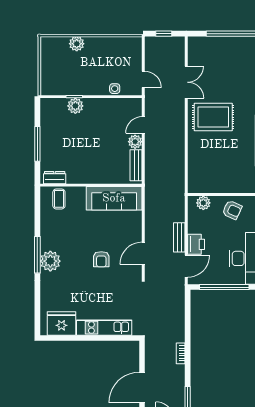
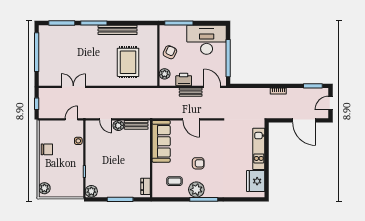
plant: (77, 44) -> (44, 188), moved
chair: (103, 47) -> (47, 149), added
plant: (75, 106) -> (91, 191), moved
rug: (213, 117) -> (128, 62), moved
coffee table: (59, 199) -> (174, 181), moved
printer: (196, 244) -> (184, 79), moved
door: (143, 253) -> (191, 119), moved
armchair: (101, 259) -> (198, 163), moved
plant: (50, 261) -> (196, 190), moved

